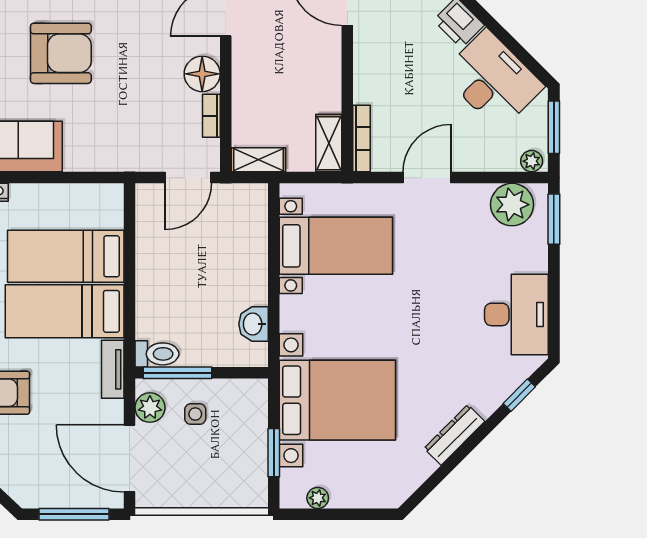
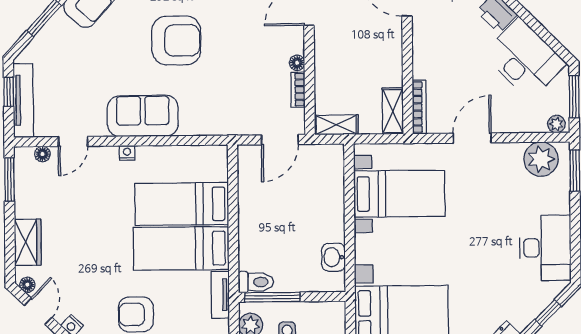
floor lamp: (202, 74) -> (297, 63), width x0.53, depth x0.53

